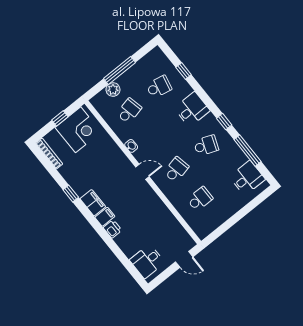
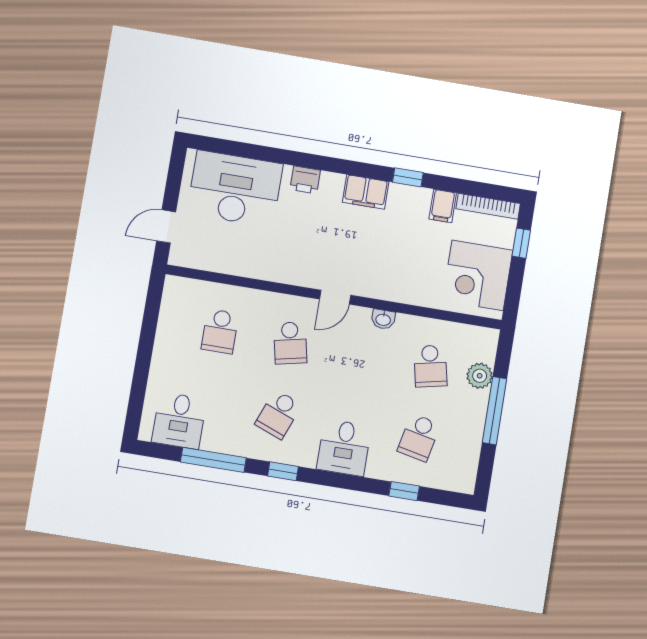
window: (60, 118) -> (521, 243), moved
filing cabinet: (105, 217) -> (443, 206), moved
desk: (147, 261) -> (235, 189), width x1.87, depth x1.30

